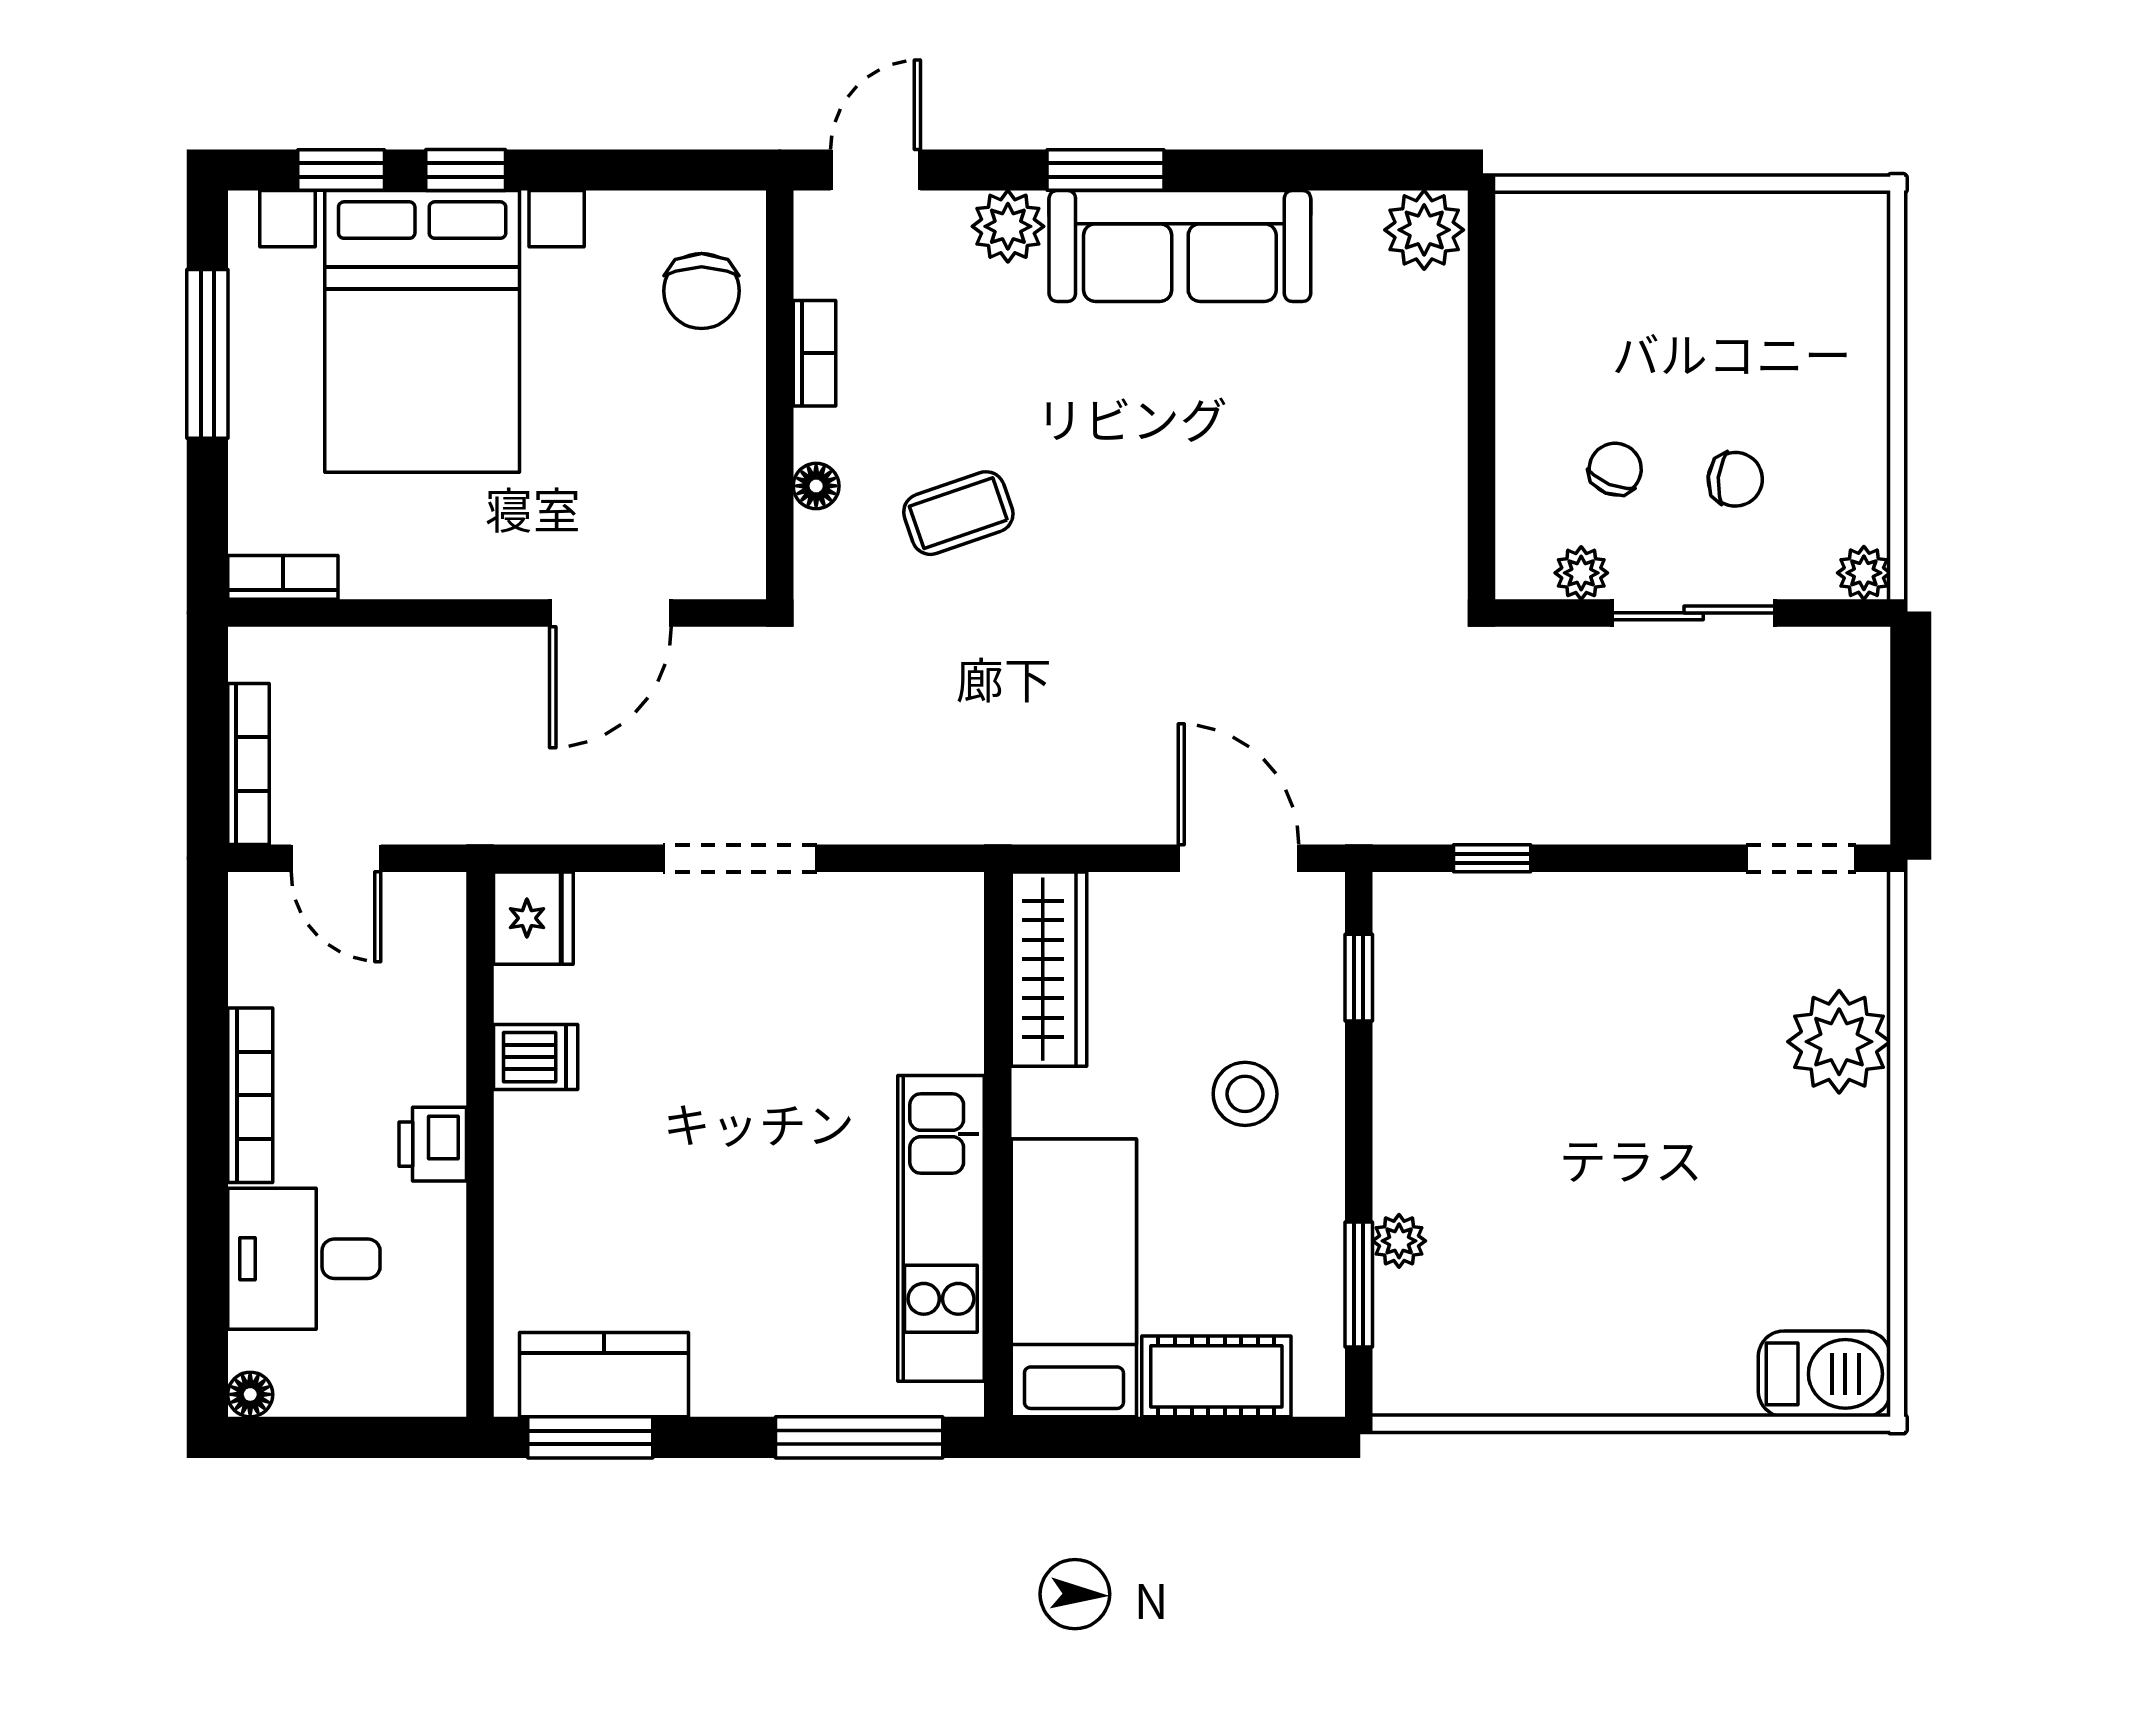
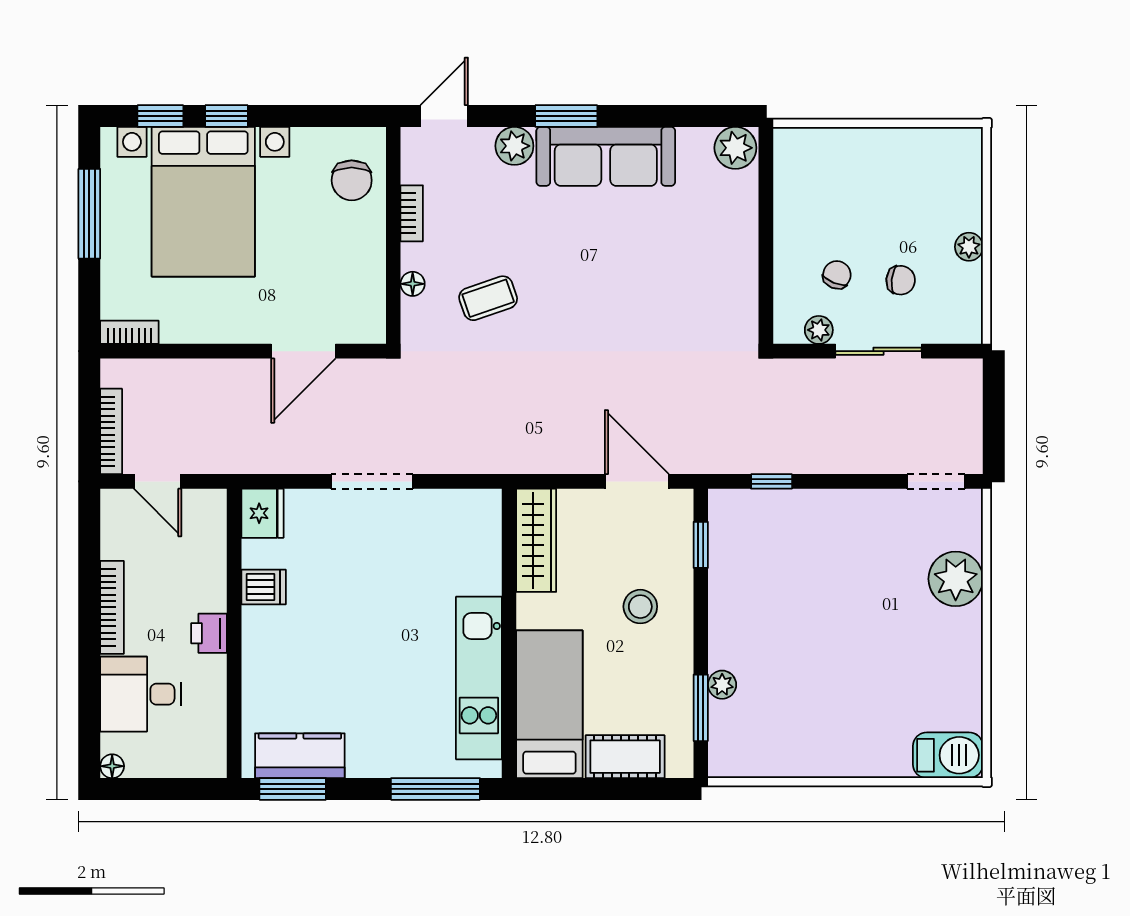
plant: (1864, 573) -> (969, 247), moved

